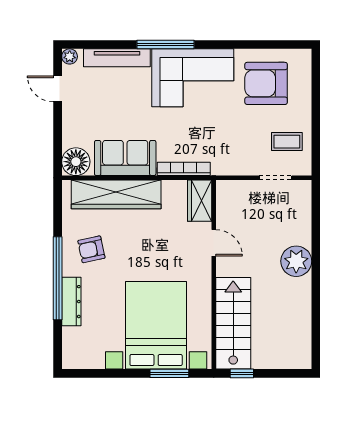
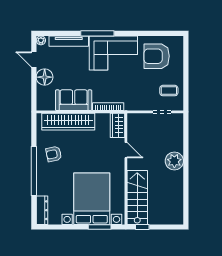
floor lamp: (76, 162) -> (45, 77), moved
dresser: (71, 302) -> (42, 210), moved

